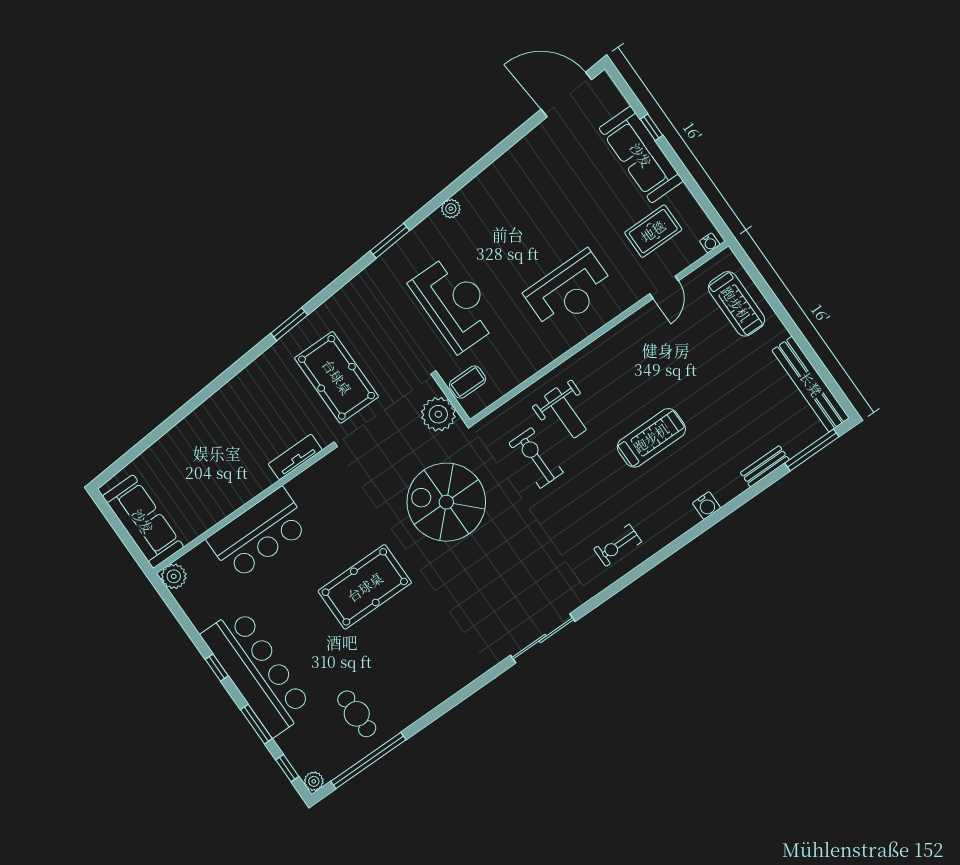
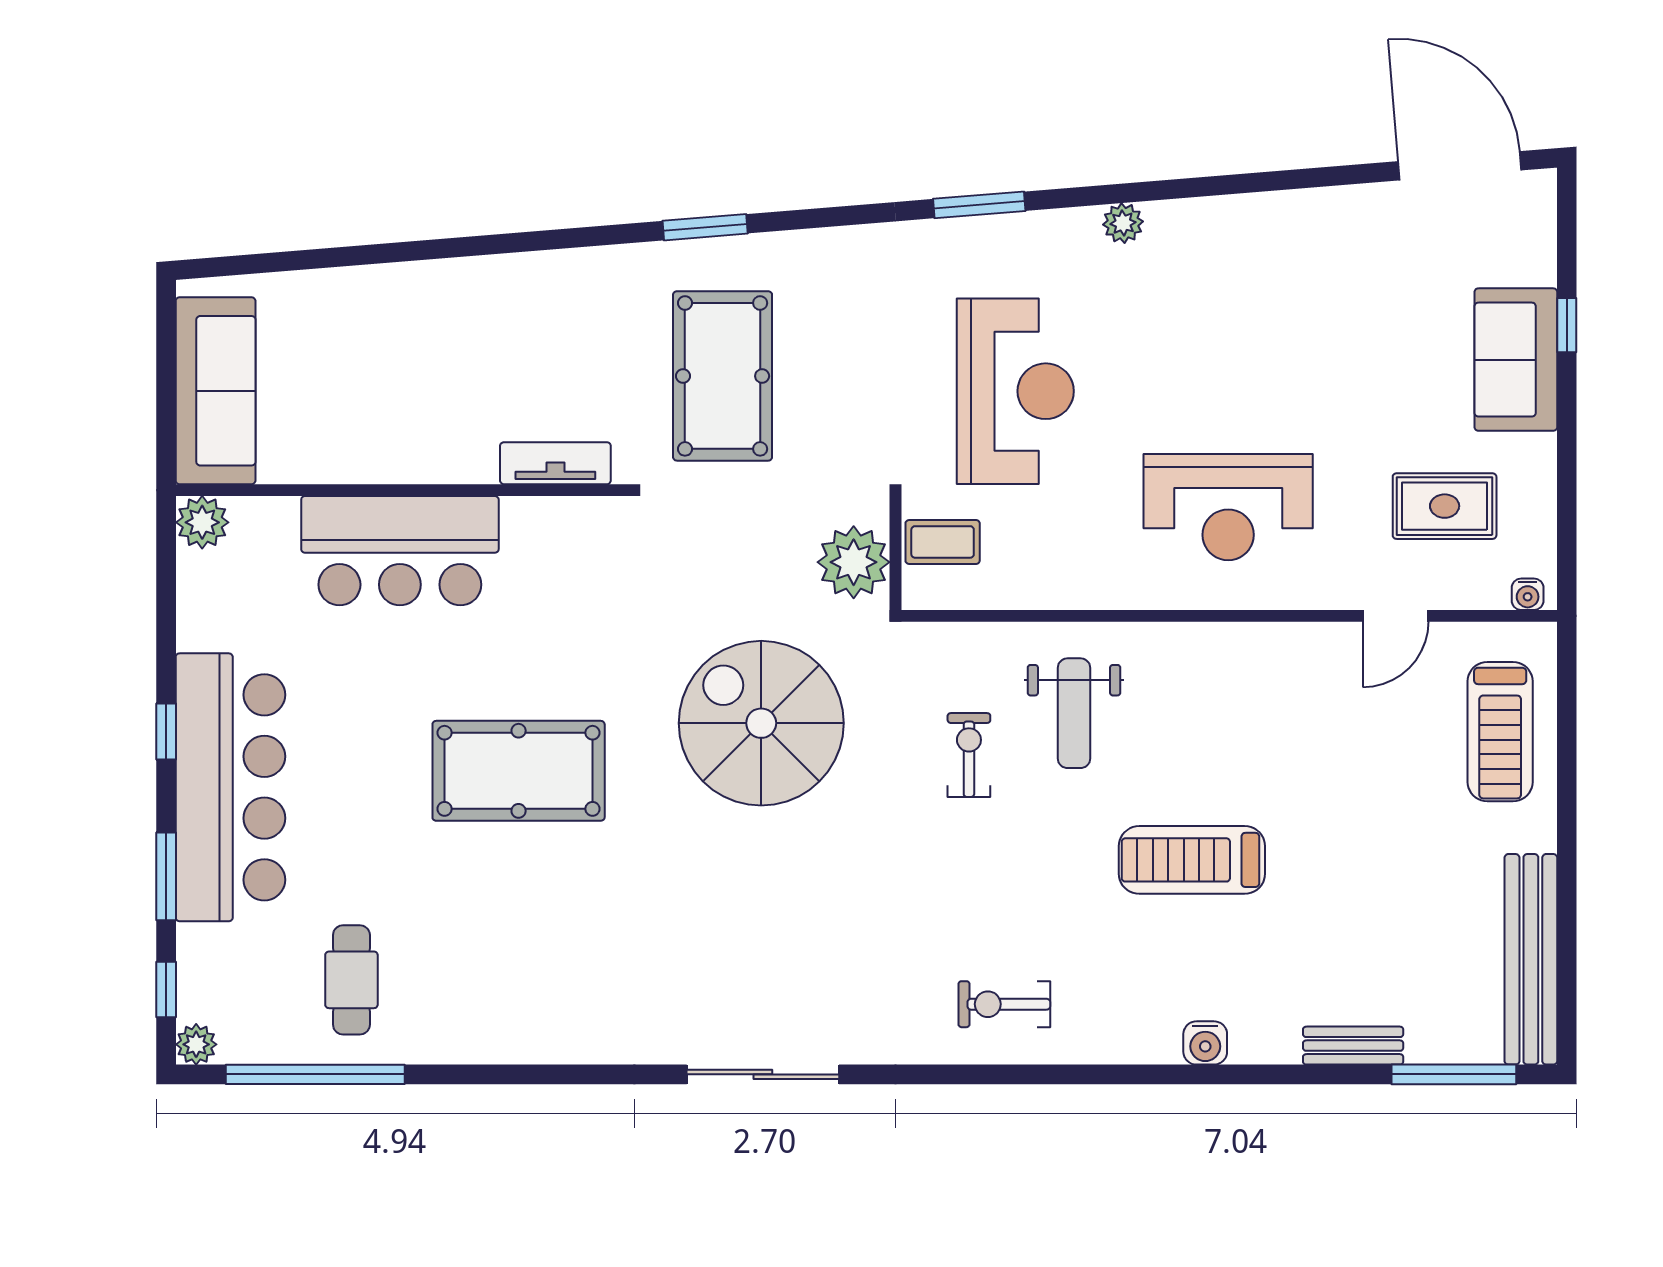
sofa: (641, 155) -> (1516, 360), width x0.73
treadmill: (651, 438) -> (1192, 860), turned 180
exercise bike: (536, 458) -> (969, 755), width x0.73, depth x0.72

